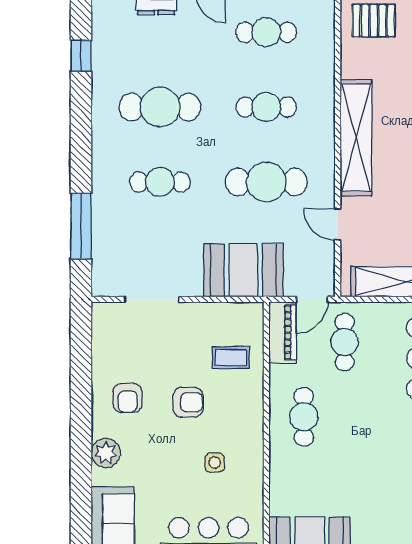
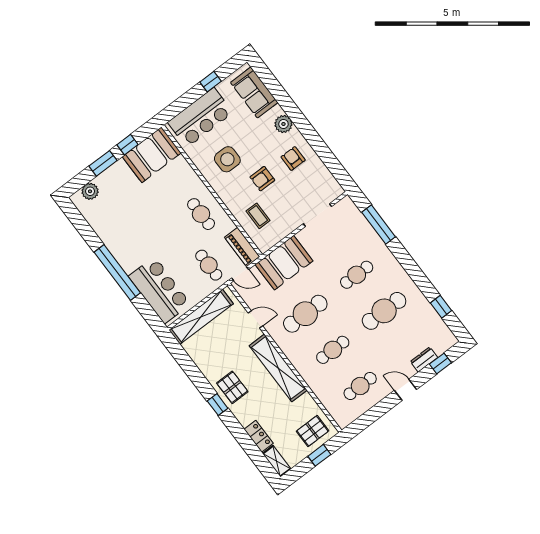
door: (312, 299) -> (240, 274), swing flipped
coffee table: (231, 358) -> (258, 216), turned 90
side table: (215, 463) -> (227, 159), width x1.87, depth x1.87

